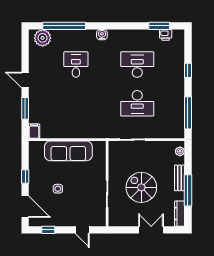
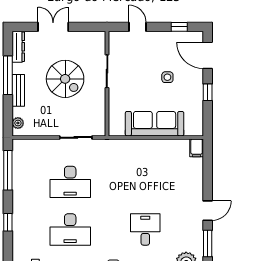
desk: (76, 65) -> (145, 229), turned 180
door: (25, 80) -> (208, 211), hinge flipped
desk: (137, 103) -> (70, 182), turned 180
window: (25, 108) -> (208, 243), moved
double door: (151, 230) -> (53, 27), swing flipped

